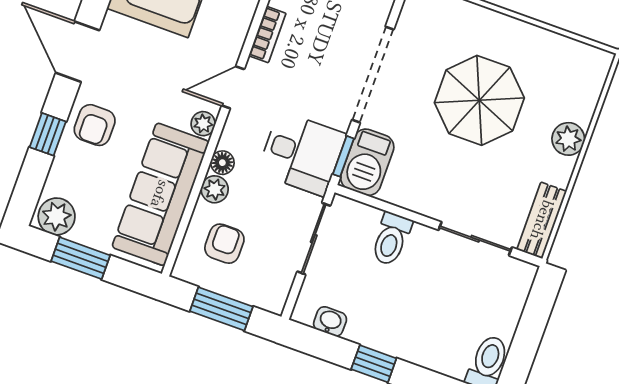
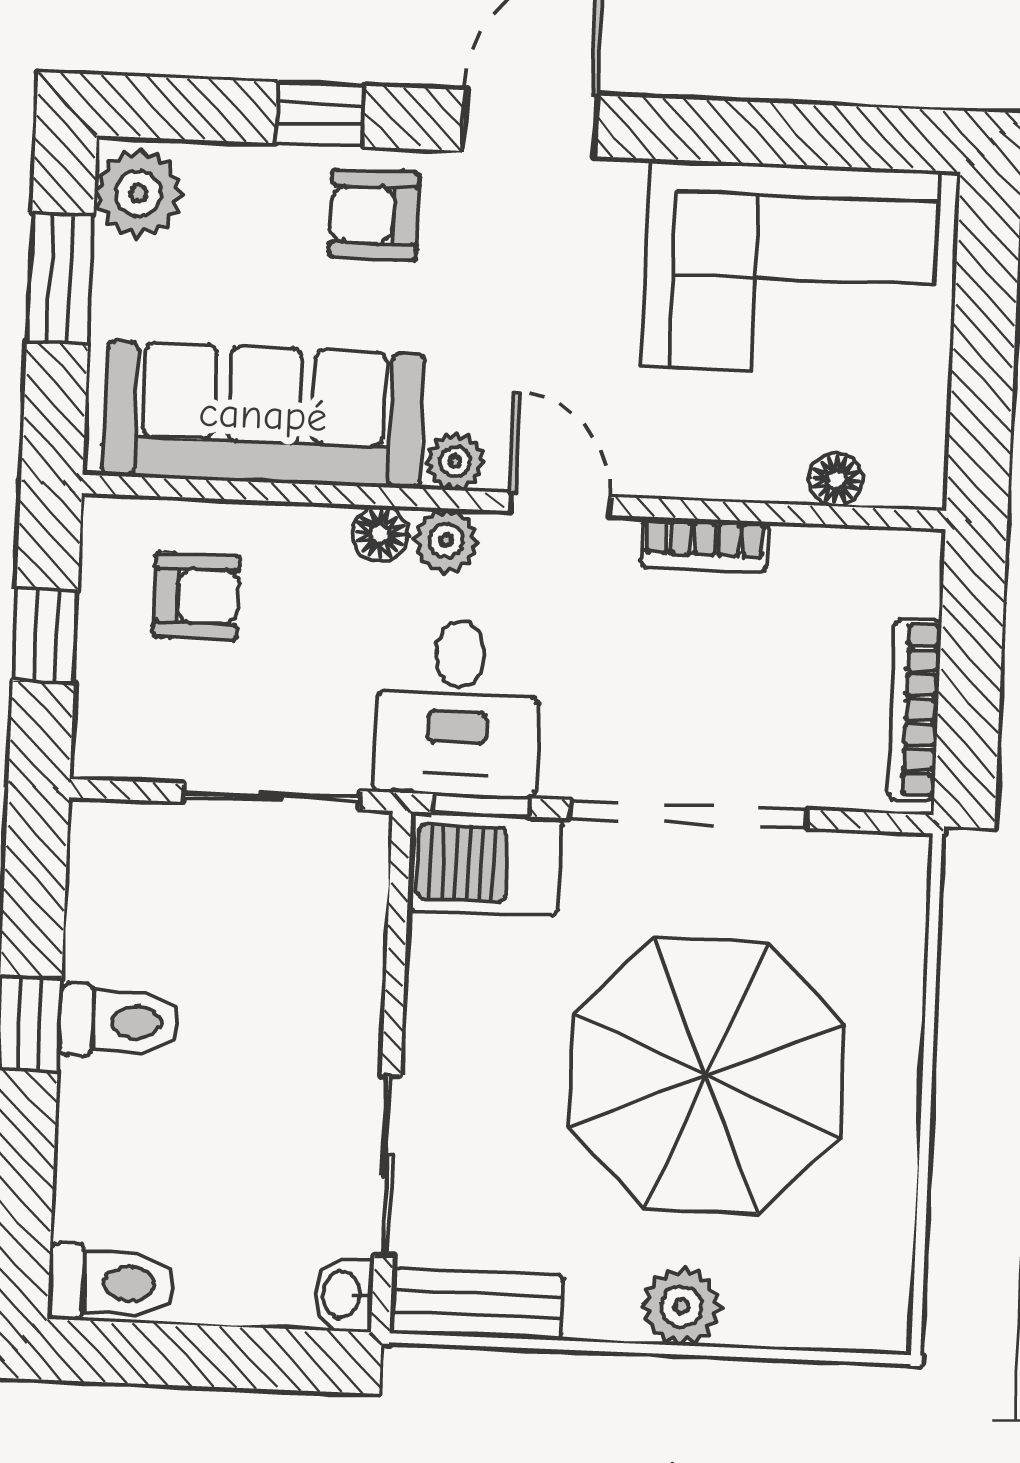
parasol: (479, 100) -> (706, 1076), width x1.36, depth x1.36
plant: (215, 189) -> (446, 541), moved
toilet: (391, 239) -> (119, 1021), moved, turned 180
window: (221, 309) -> (45, 636), width x0.67
washbasin: (330, 321) -> (343, 1295), moved, turned 180

